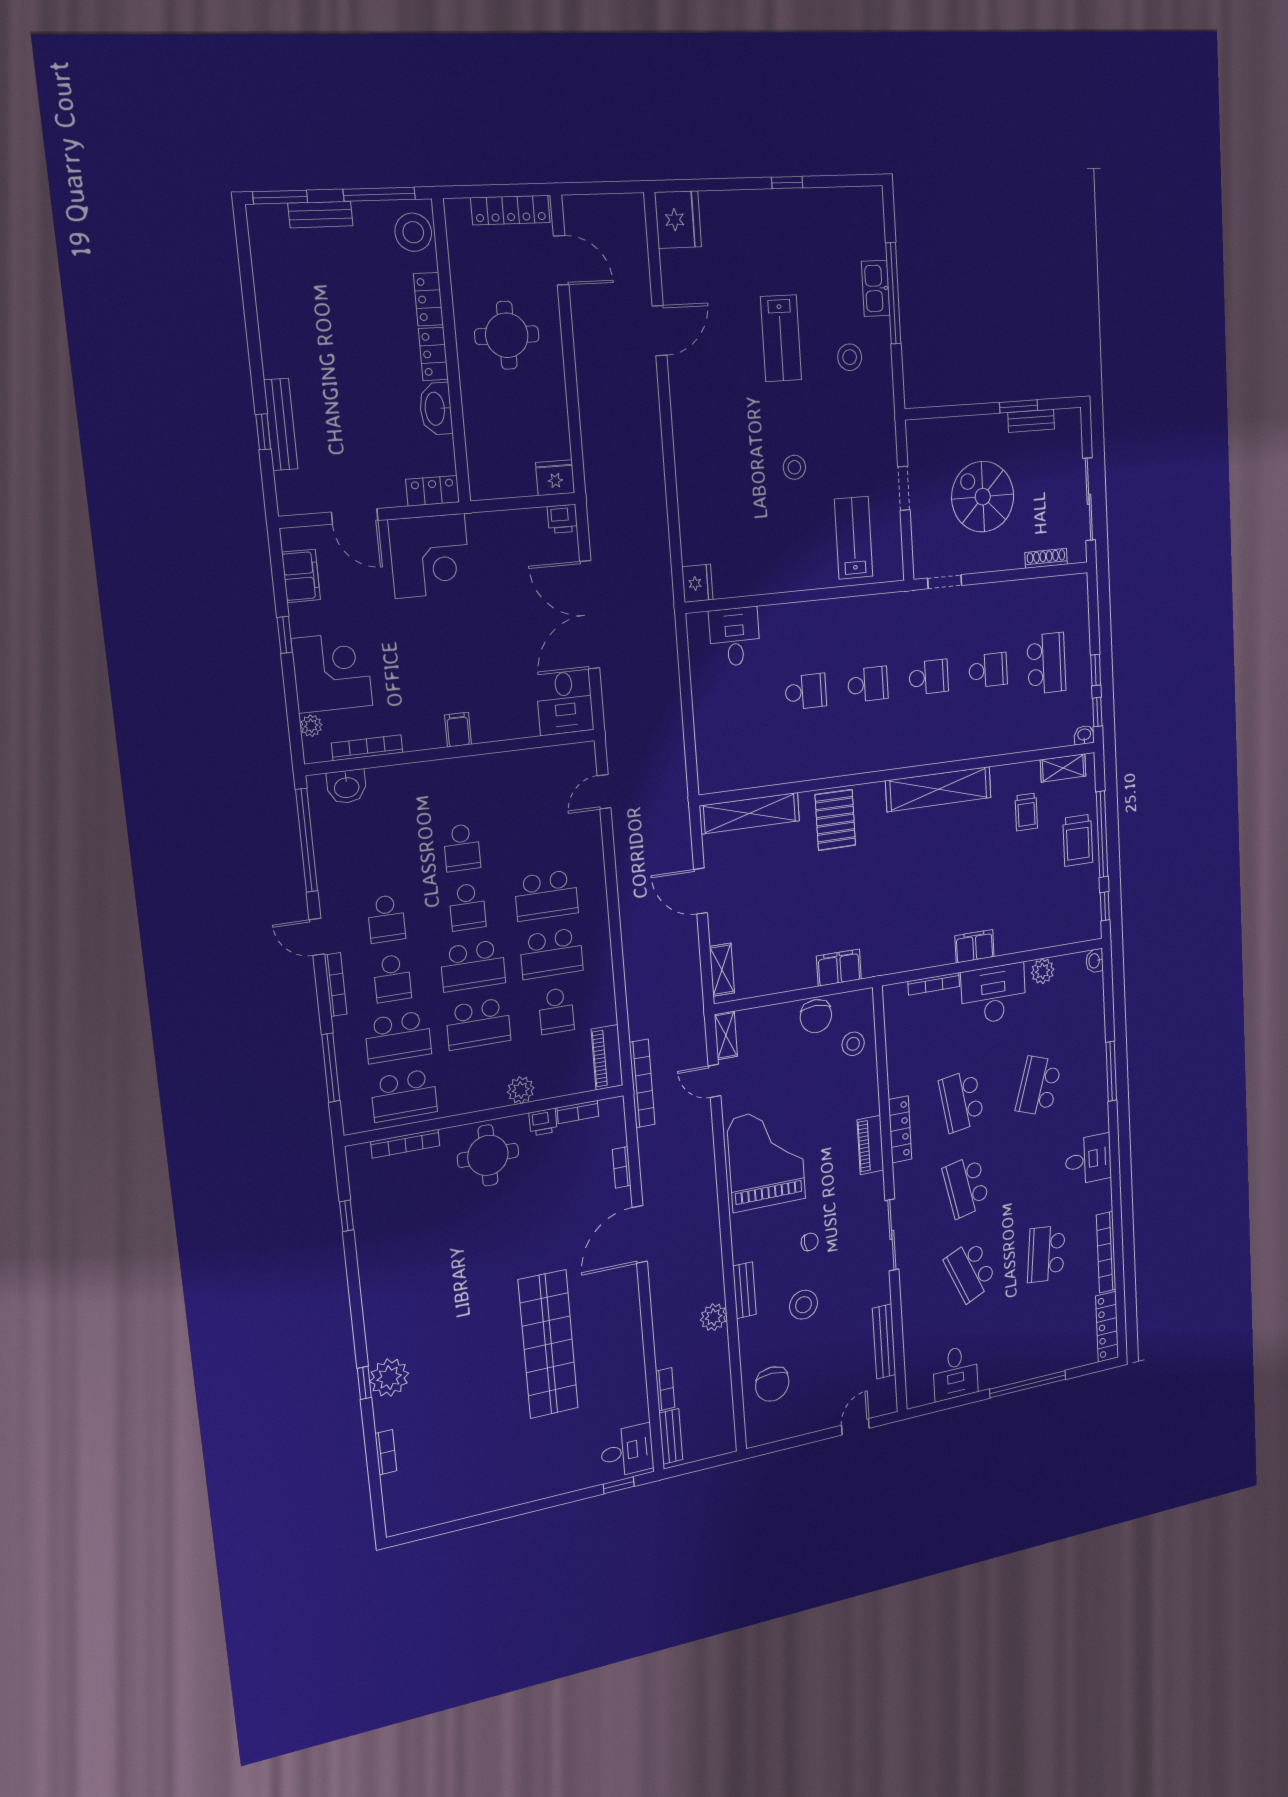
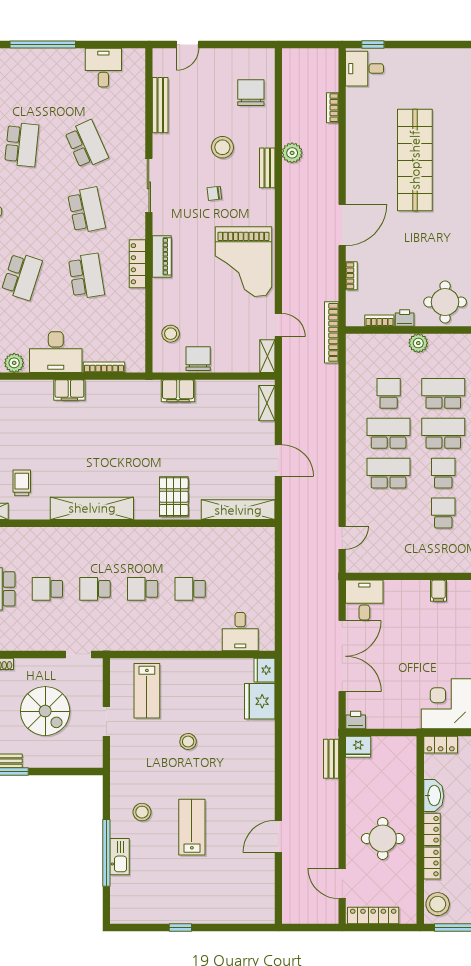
fridge: (678, 220) -> (260, 701), moved
piano: (607, 1057) -> (355, 355), removed
bench: (671, 1436) -> (331, 759), moved

